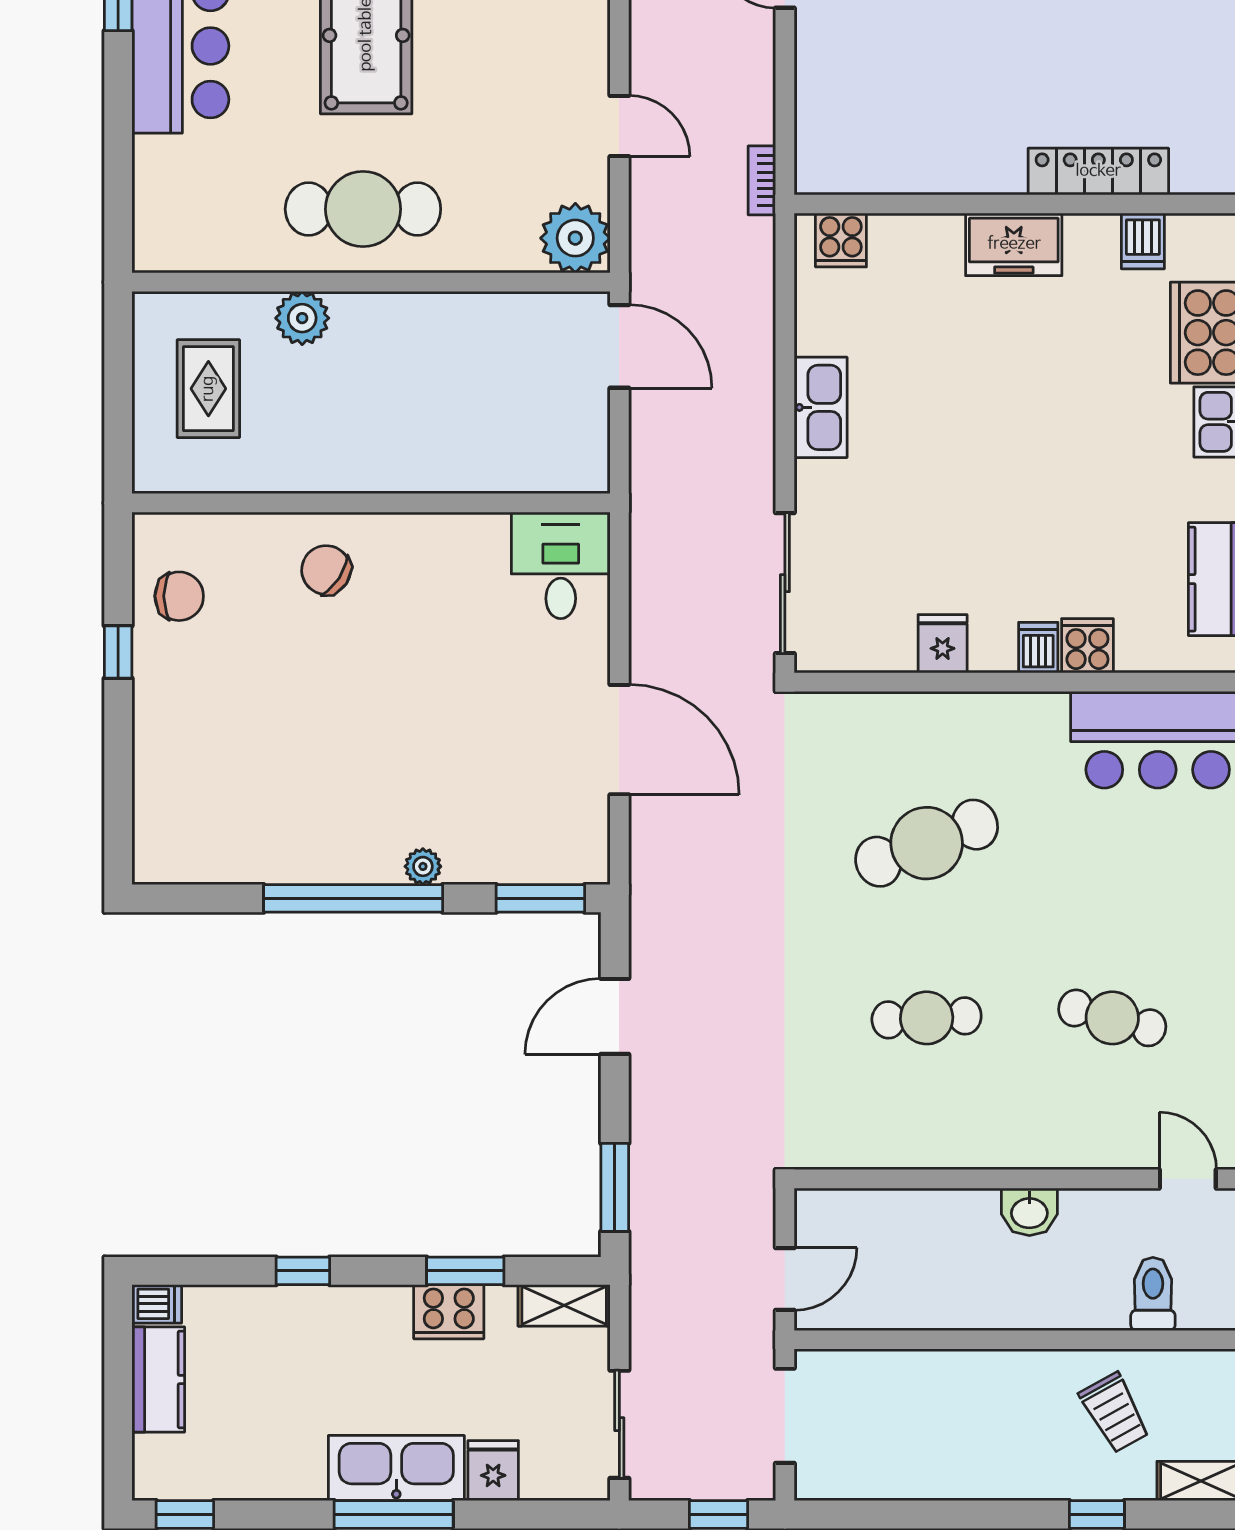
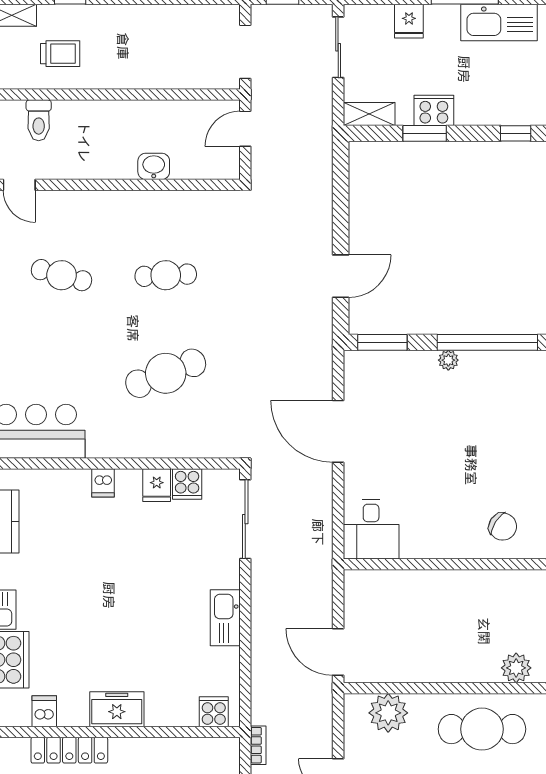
plant: (575, 238) -> (388, 713), moved
cooker: (1087, 646) -> (187, 484), moved
window: (615, 1187) -> (341, 180), removed
washbasin: (1029, 1212) -> (154, 166), moved
trolley: (1115, 1413) -> (60, 54), turned 119
kitchen sink: (396, 1468) -> (499, 23), moved

